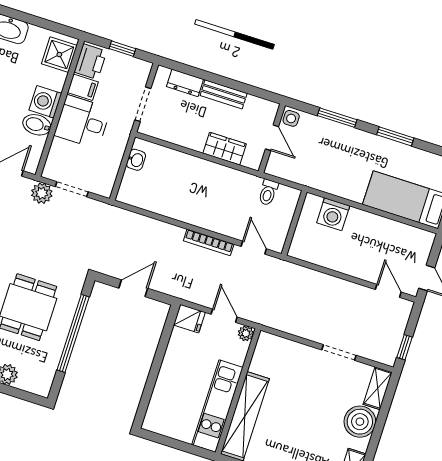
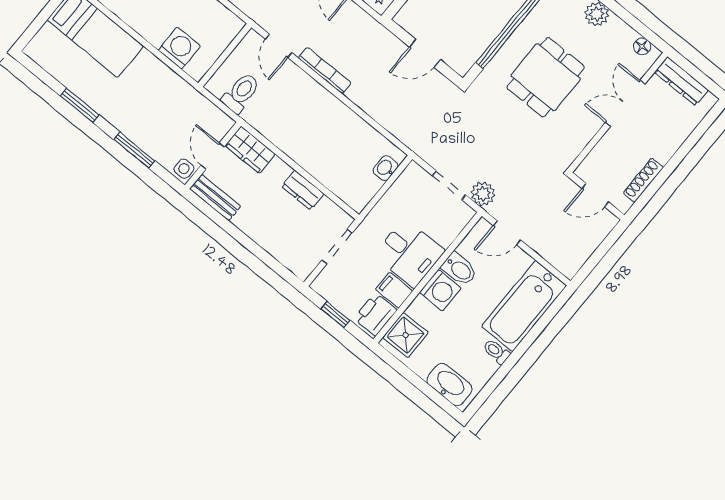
dresser: (185, 83) -> (303, 190), moved, turned 180
bench: (224, 94) -> (215, 198), moved
wardrobe: (225, 149) -> (250, 150), moved
washbasin: (136, 160) -> (385, 168), moved
toilet: (268, 192) -> (241, 93), width x1.37, depth x1.39

